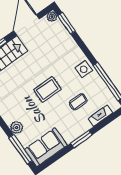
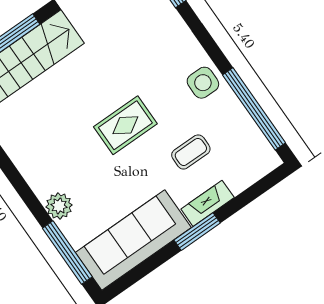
fireplace: (100, 116) -> (208, 203), moved
sofa: (46, 147) -> (133, 240), width x1.36

